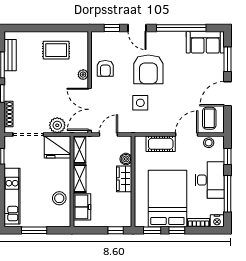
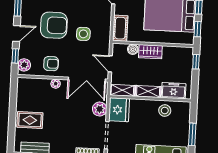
plant: (102, 38) -> (24, 65), added
rug: (56, 50) -> (30, 120), moved, turned 90
cot: (161, 144) -> (120, 28), moved

